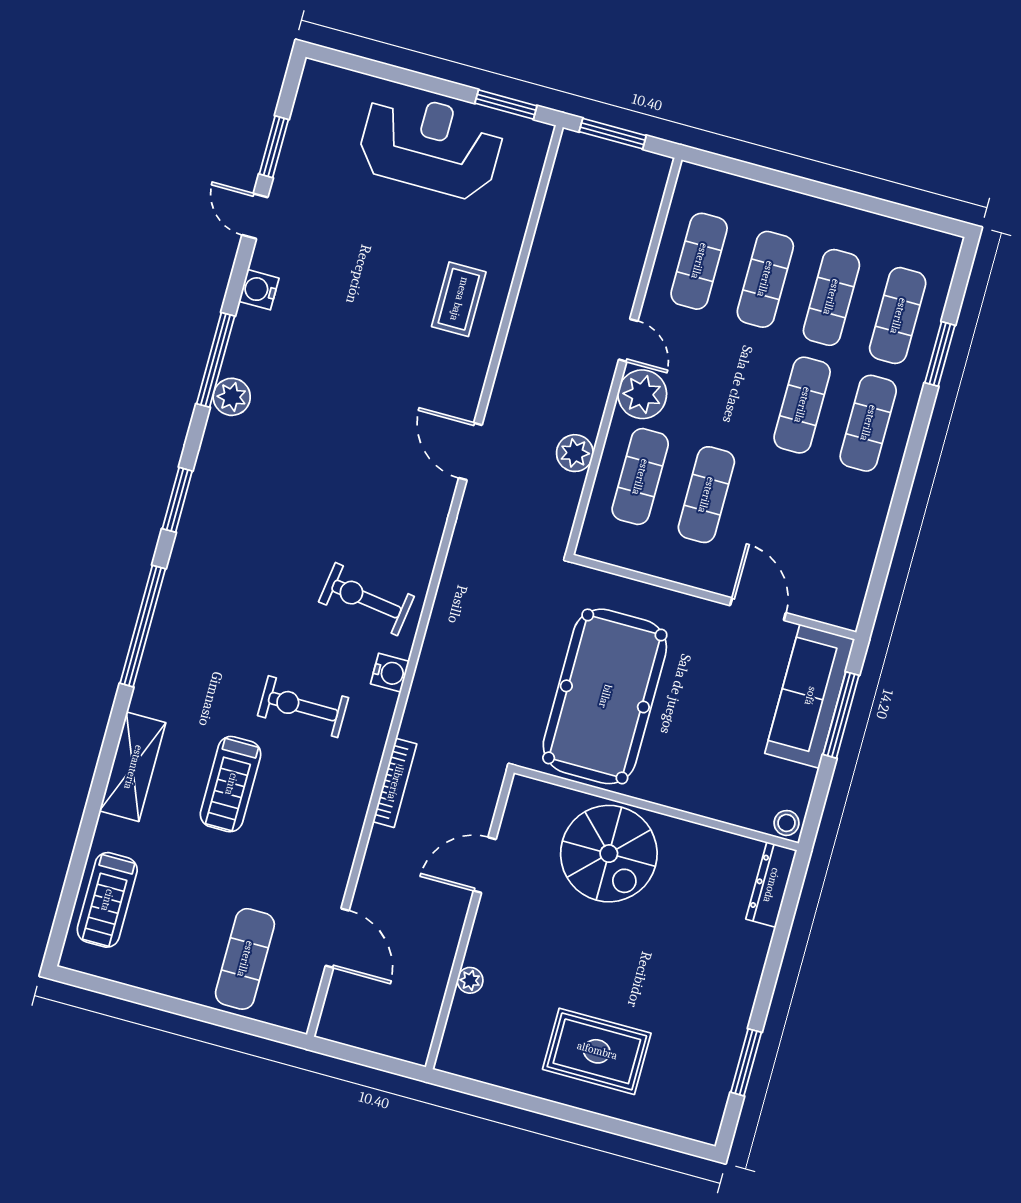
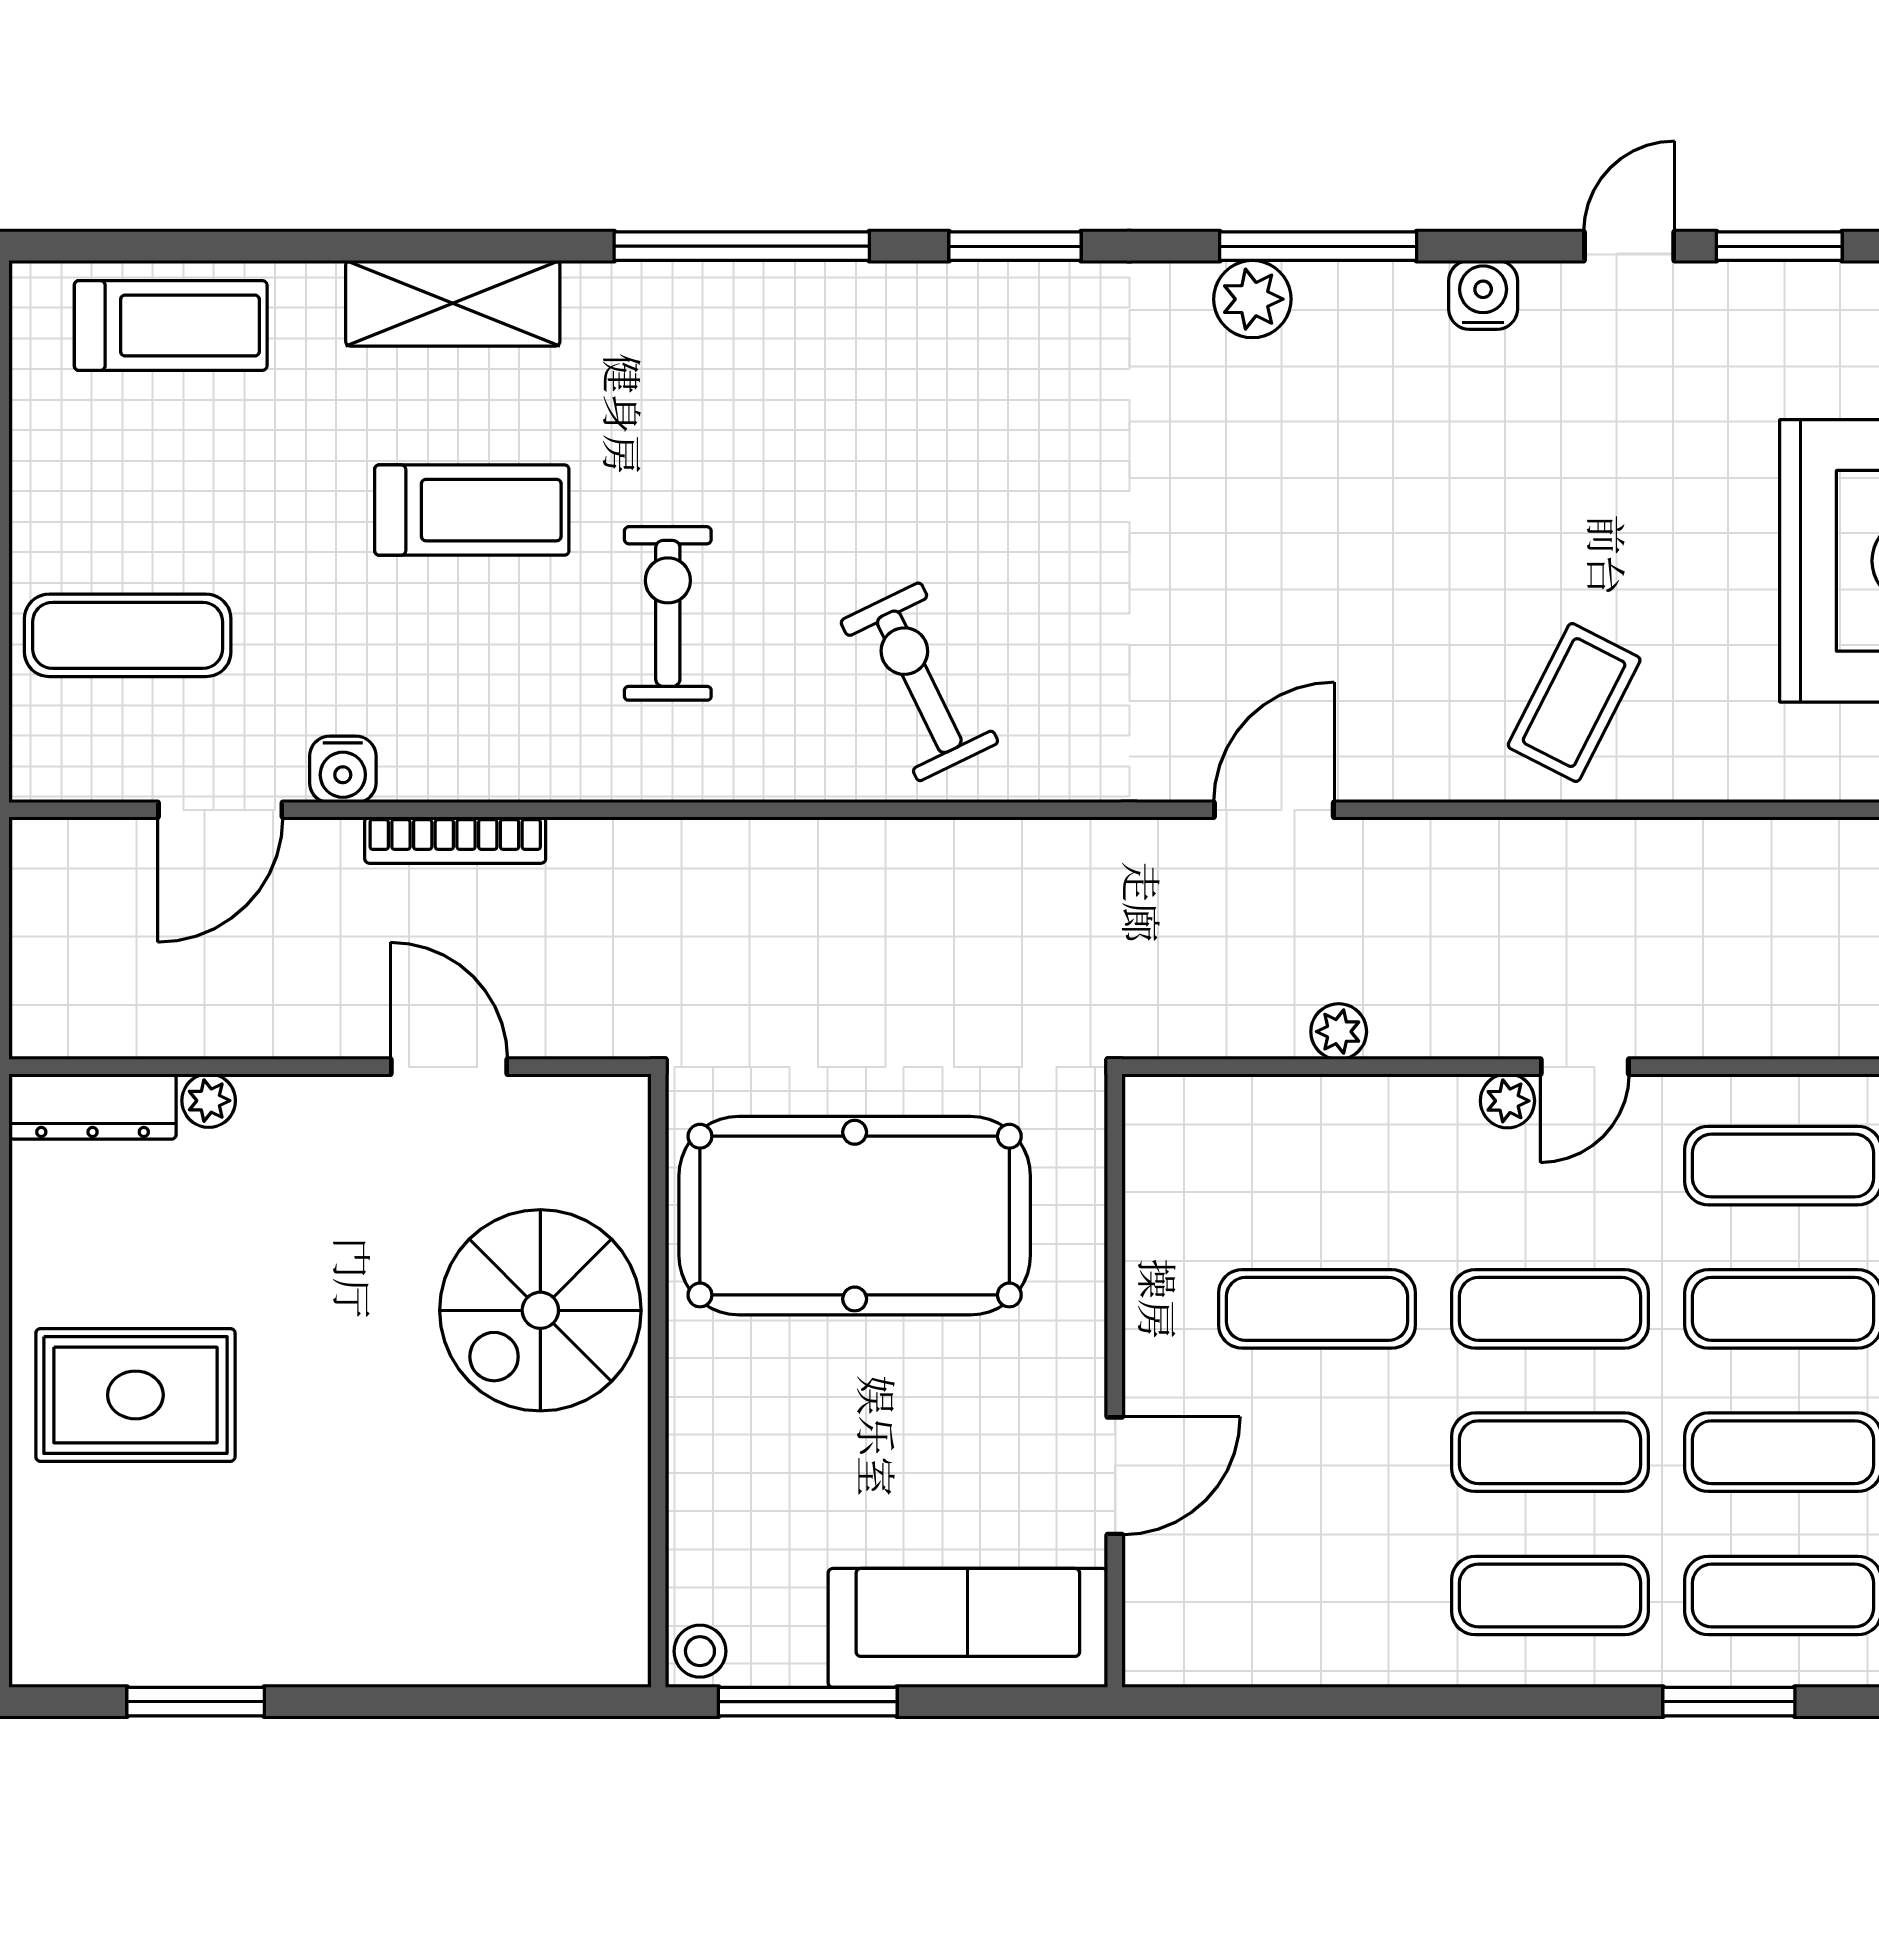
coffee table: (459, 299) -> (1574, 703), turned -63
plant: (642, 394) -> (1507, 1101), width x0.53, depth x0.53
plant: (575, 453) -> (1339, 1032), width x0.73, depth x0.73
exercise mat: (640, 477) -> (1550, 1309), moved
exercise bike: (366, 599) -> (919, 682), turned -34
water cooler: (390, 673) -> (343, 769), moved
window: (841, 715) -> (808, 1702), moved
bookcase: (395, 783) -> (455, 840), moved
treadmill: (231, 784) -> (472, 510), turned 180
dresser: (771, 885) -> (93, 1106), moved, turned 180
treadmill: (107, 900) -> (171, 326), turned 180
rug: (597, 1051) -> (135, 1395), turned 90

